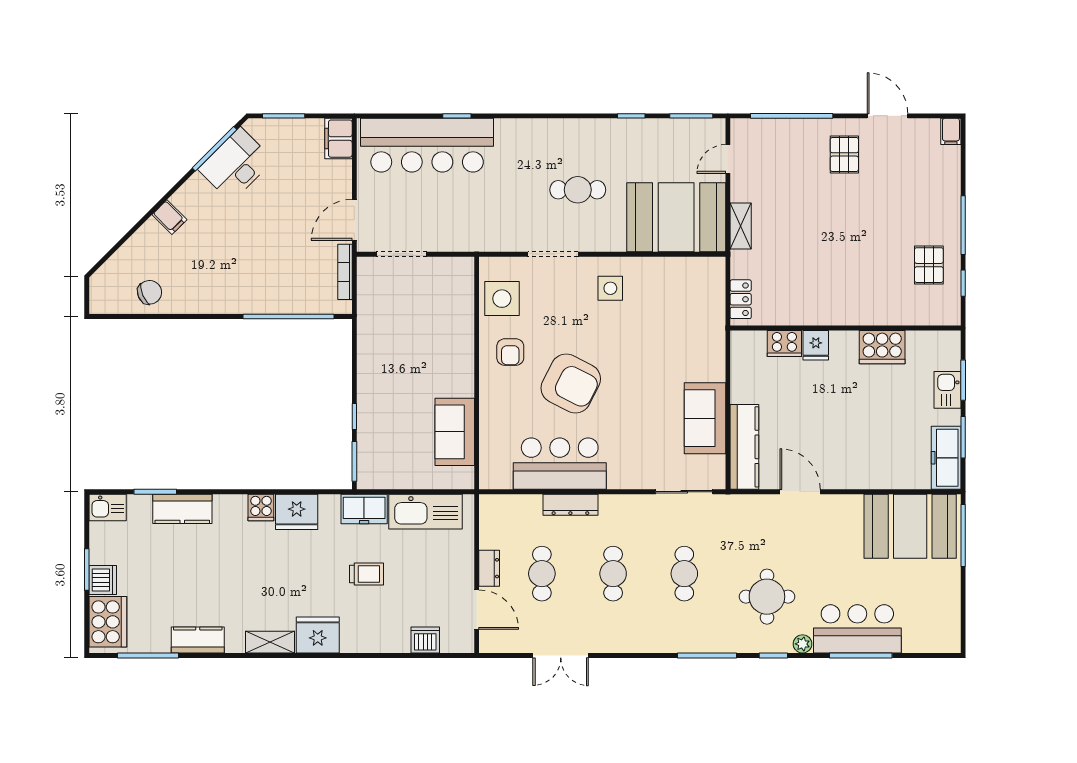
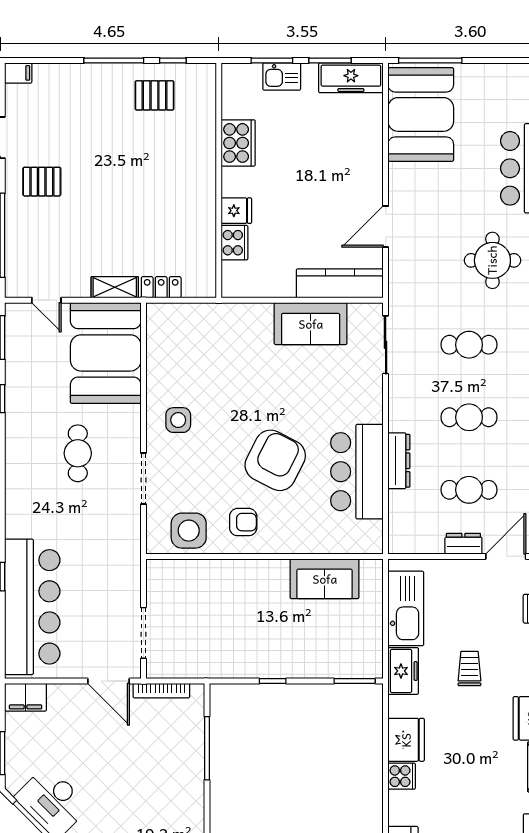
locker: (741, 299) -> (161, 287), moved
window: (288, 316) -> (207, 748), width x0.68
window: (354, 416) -> (273, 681), moved

